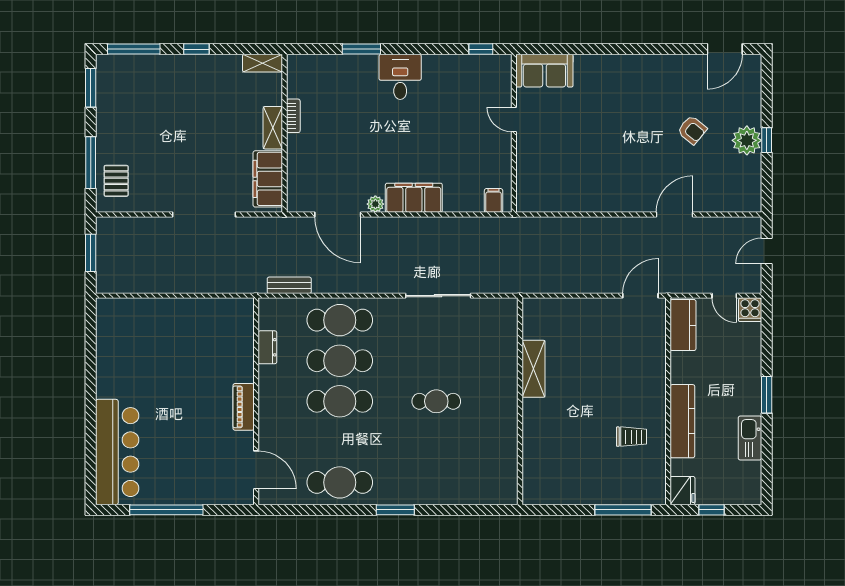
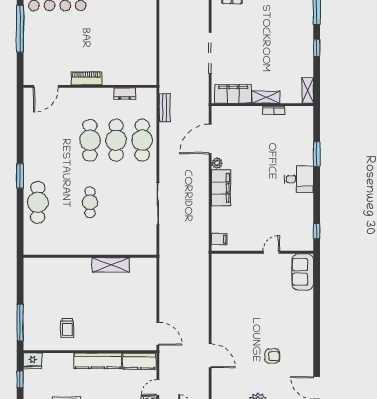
armchair: (692, 130) -> (272, 356), moved, turned -129
kitchen counter: (682, 421) -> (98, 361), moved
cafe table: (340, 482) -> (38, 202), moved

